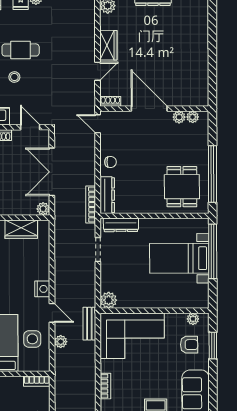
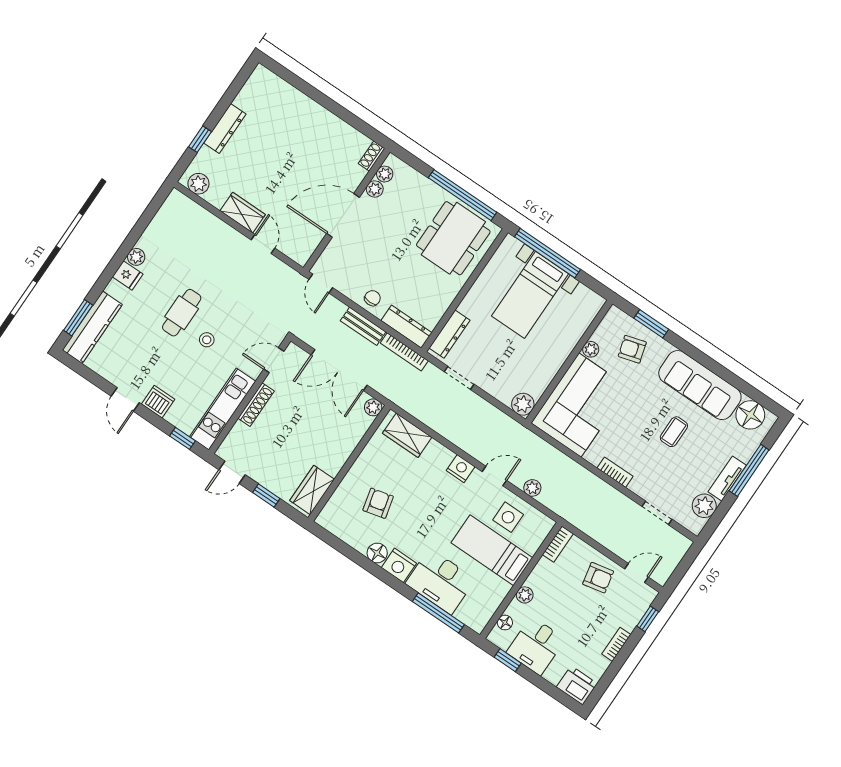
shoe rack: (110, 101) -> (372, 156), moved
door: (98, 124) -> (321, 283), hinge flipped
dining table: (182, 187) -> (453, 238), width x1.38
wardrobe: (21, 229) -> (407, 435), moved, turned 90
plant: (193, 319) -> (591, 349), moved
bench: (89, 324) -> (363, 326), moved
armchair: (189, 345) -> (632, 349), turned -106

